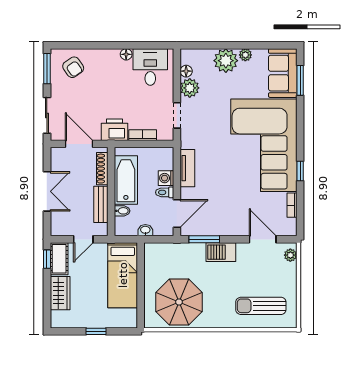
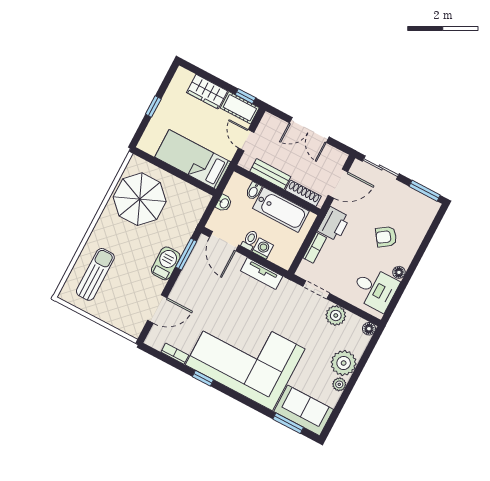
armchair: (73, 67) -> (386, 237), moved
floor lamp: (186, 71) -> (369, 329), moved
plant: (290, 255) -> (128, 327), removed

